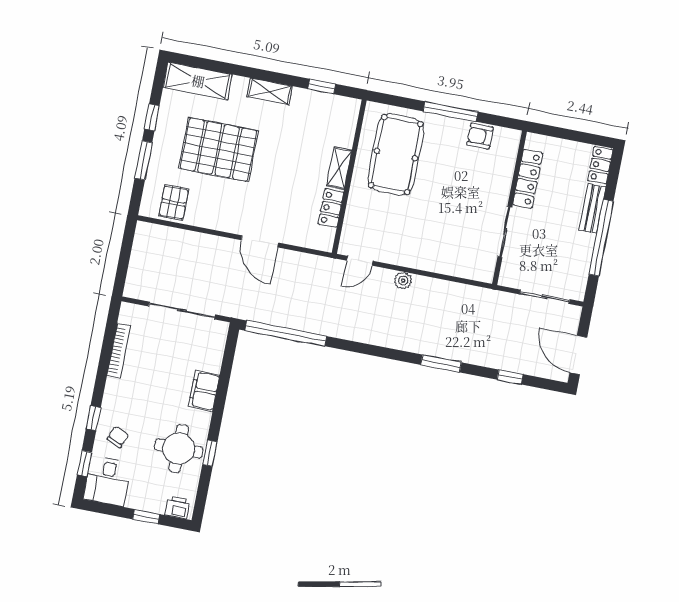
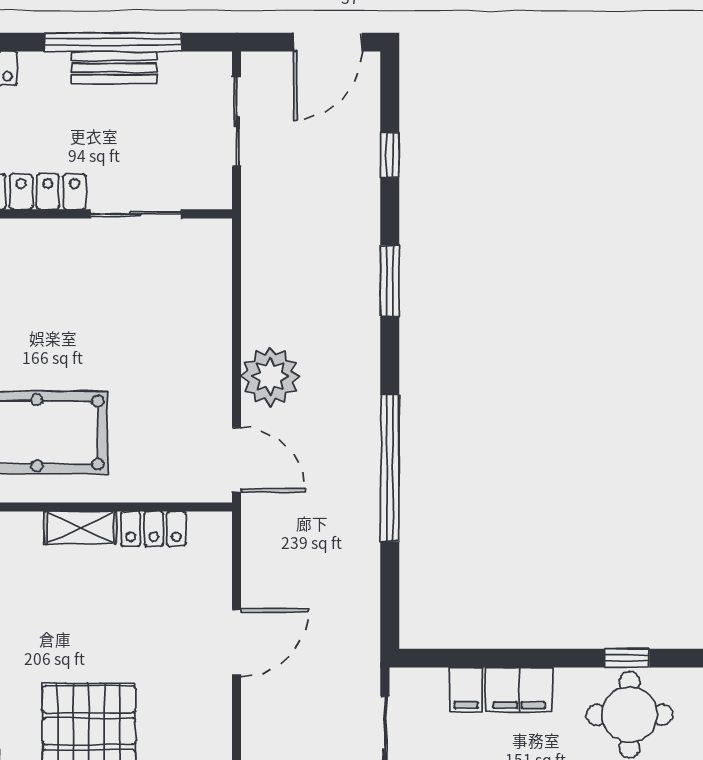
bench: (592, 208) -> (114, 68), moved
door: (360, 261) -> (237, 460), width x1.38
plant: (403, 281) -> (270, 376), width x1.88, depth x1.88
window: (286, 333) -> (390, 468), moved
filing cabinet: (210, 362) -> (466, 689), added

